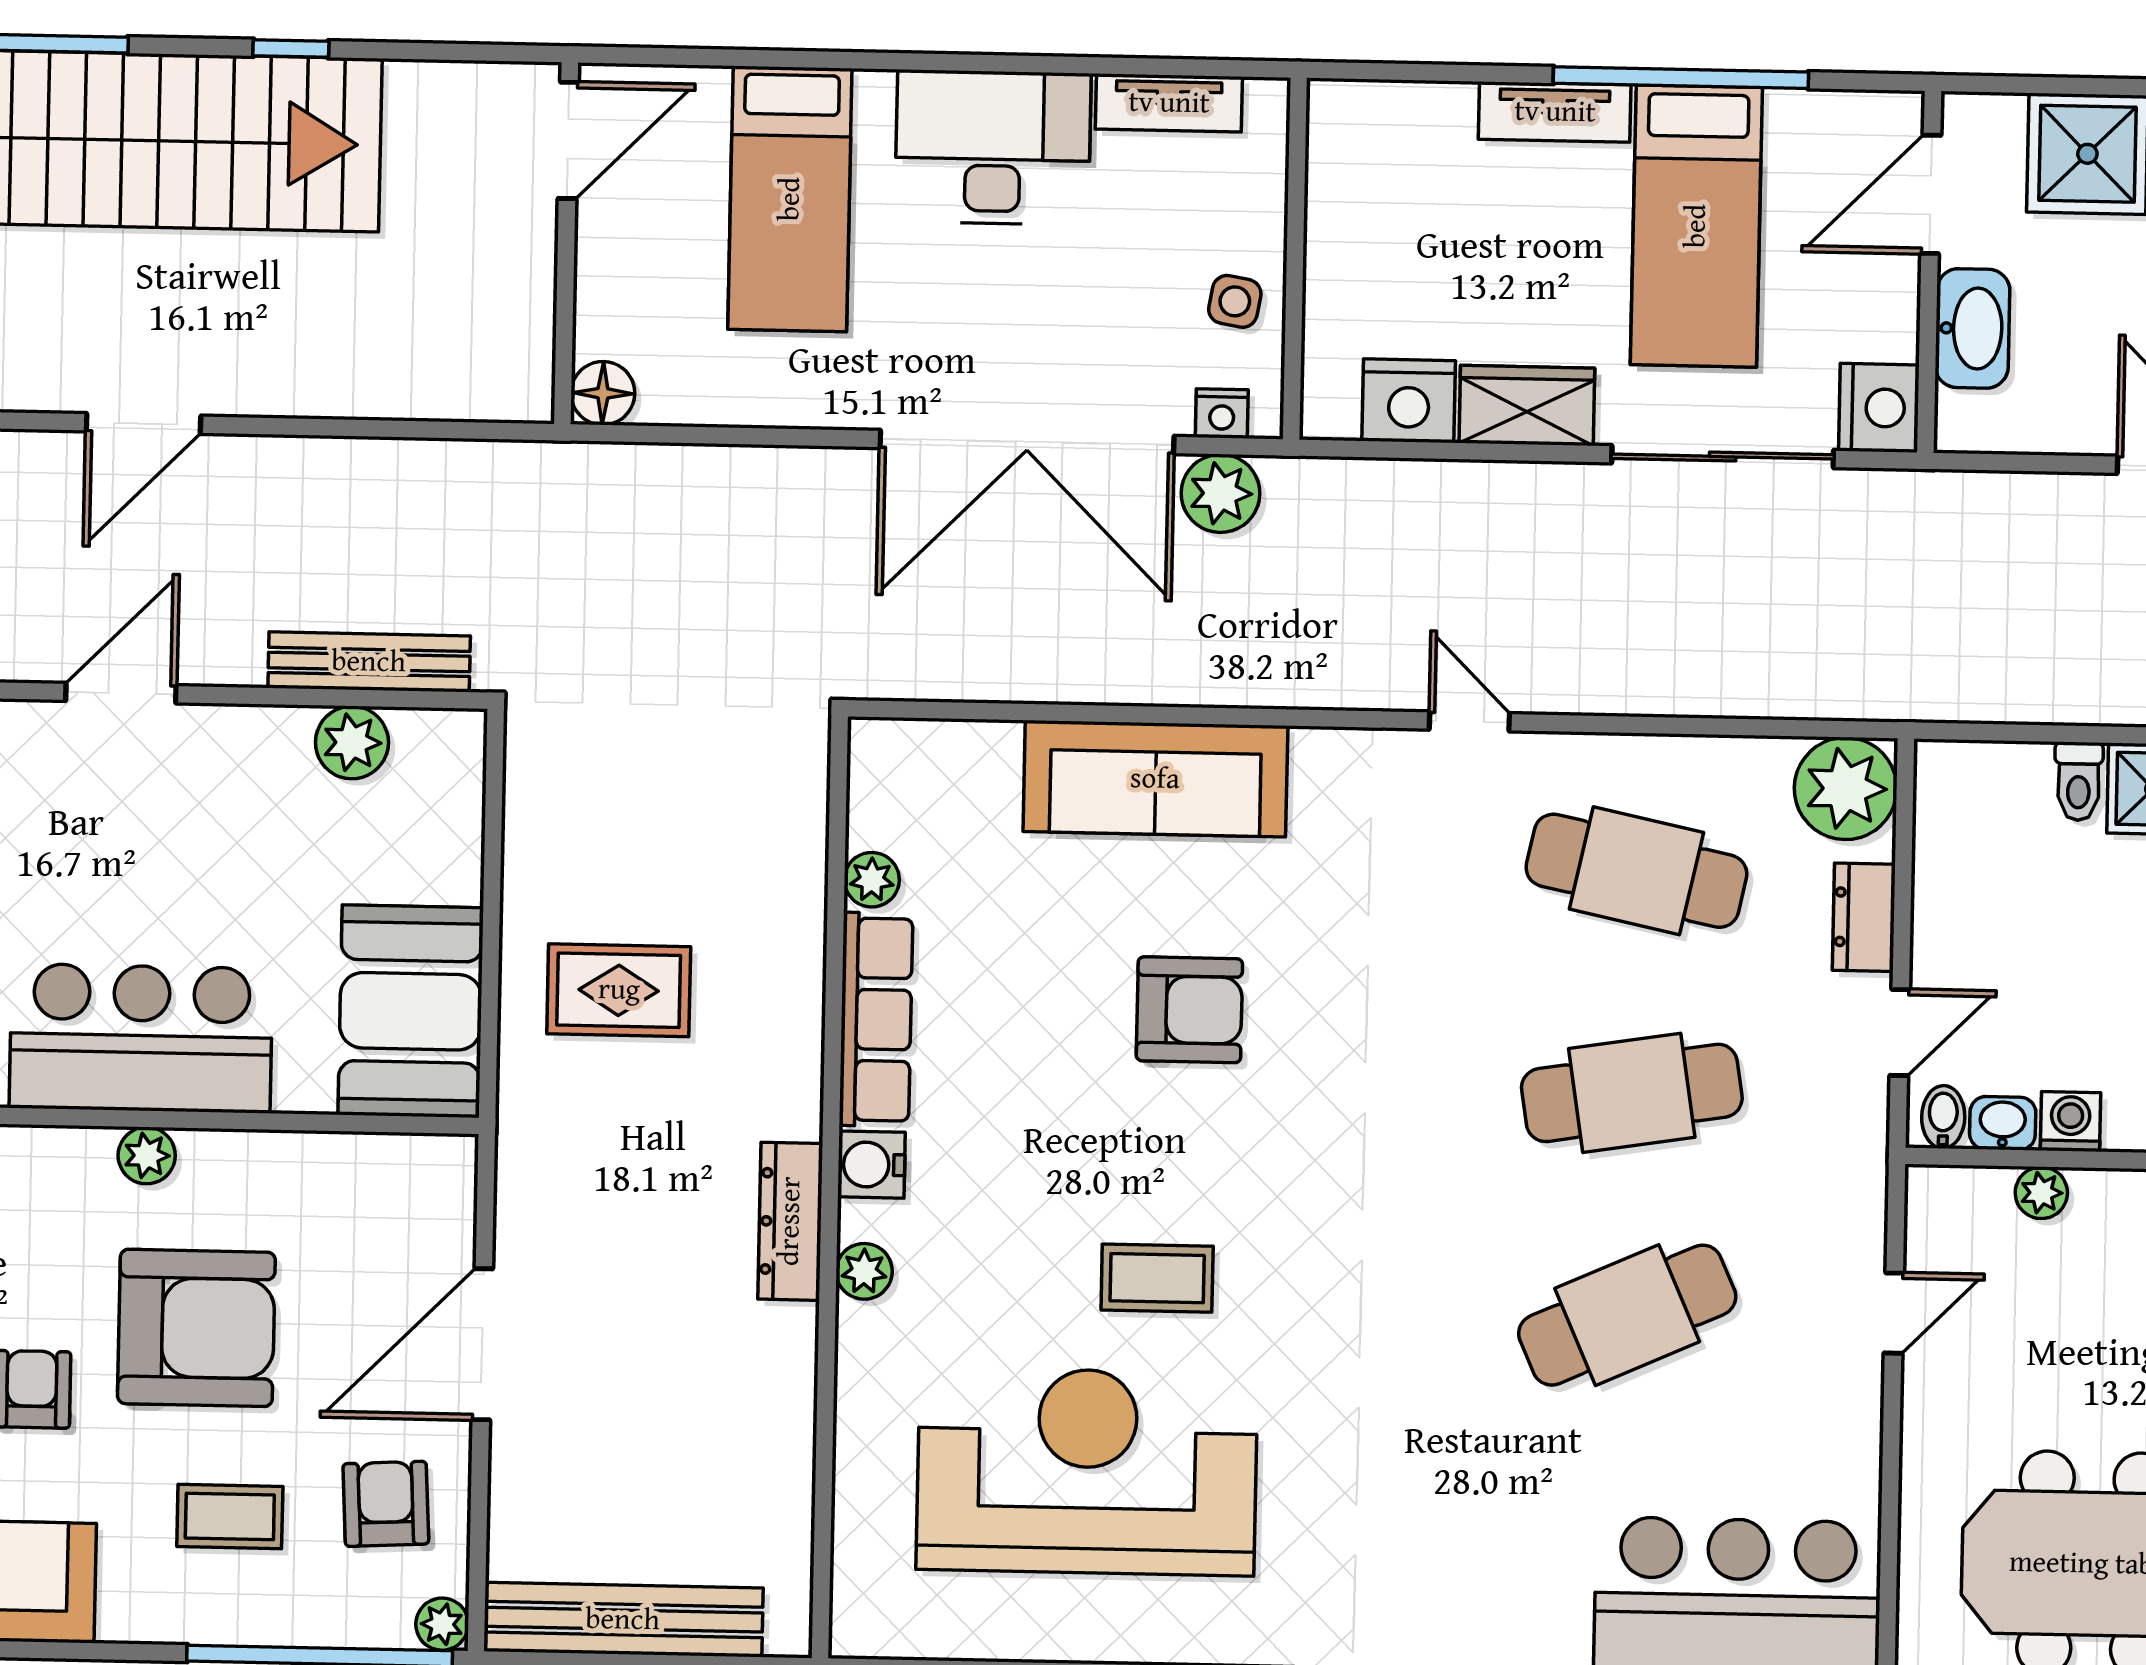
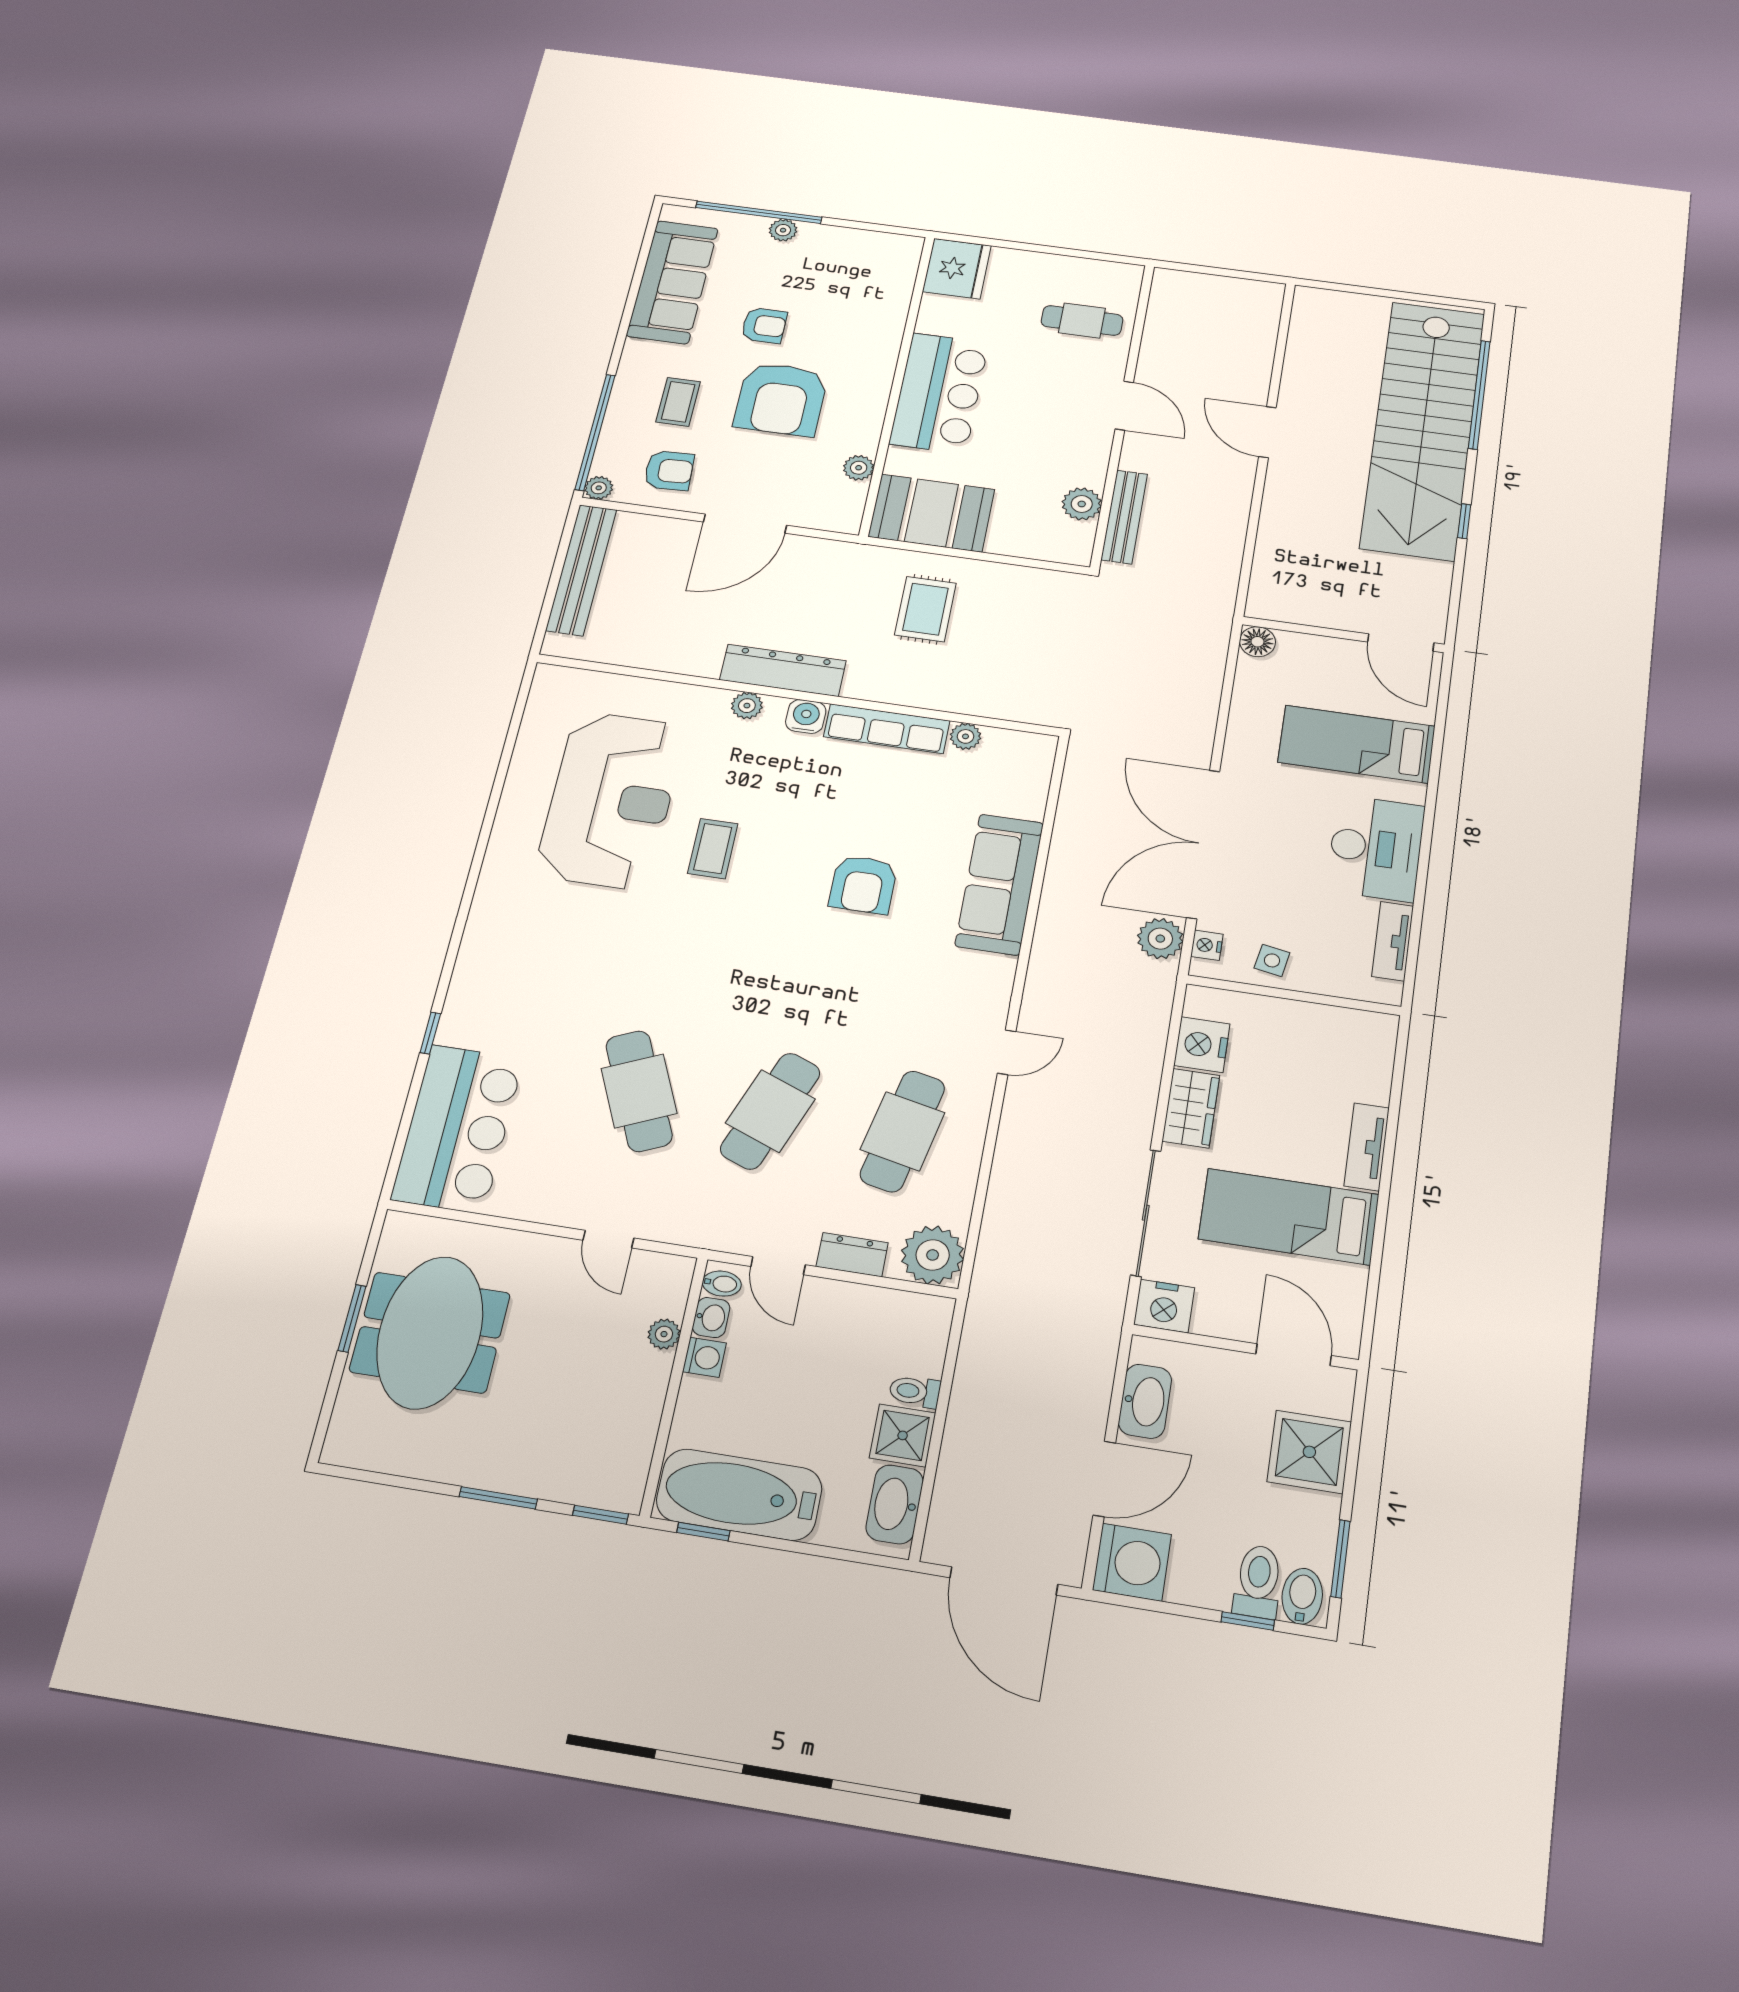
window: (1681, 78) -> (1381, 1220), removed
washbasin: (1973, 328) -> (1145, 1401), moved, turned -90
cafe table: (1632, 1093) -> (770, 1111), turned 30
plant: (147, 1155) -> (859, 468), moved
dresser: (790, 1221) -> (783, 670), width x1.37, depth x1.24
door: (482, 1344) -> (745, 524), swing flipped

